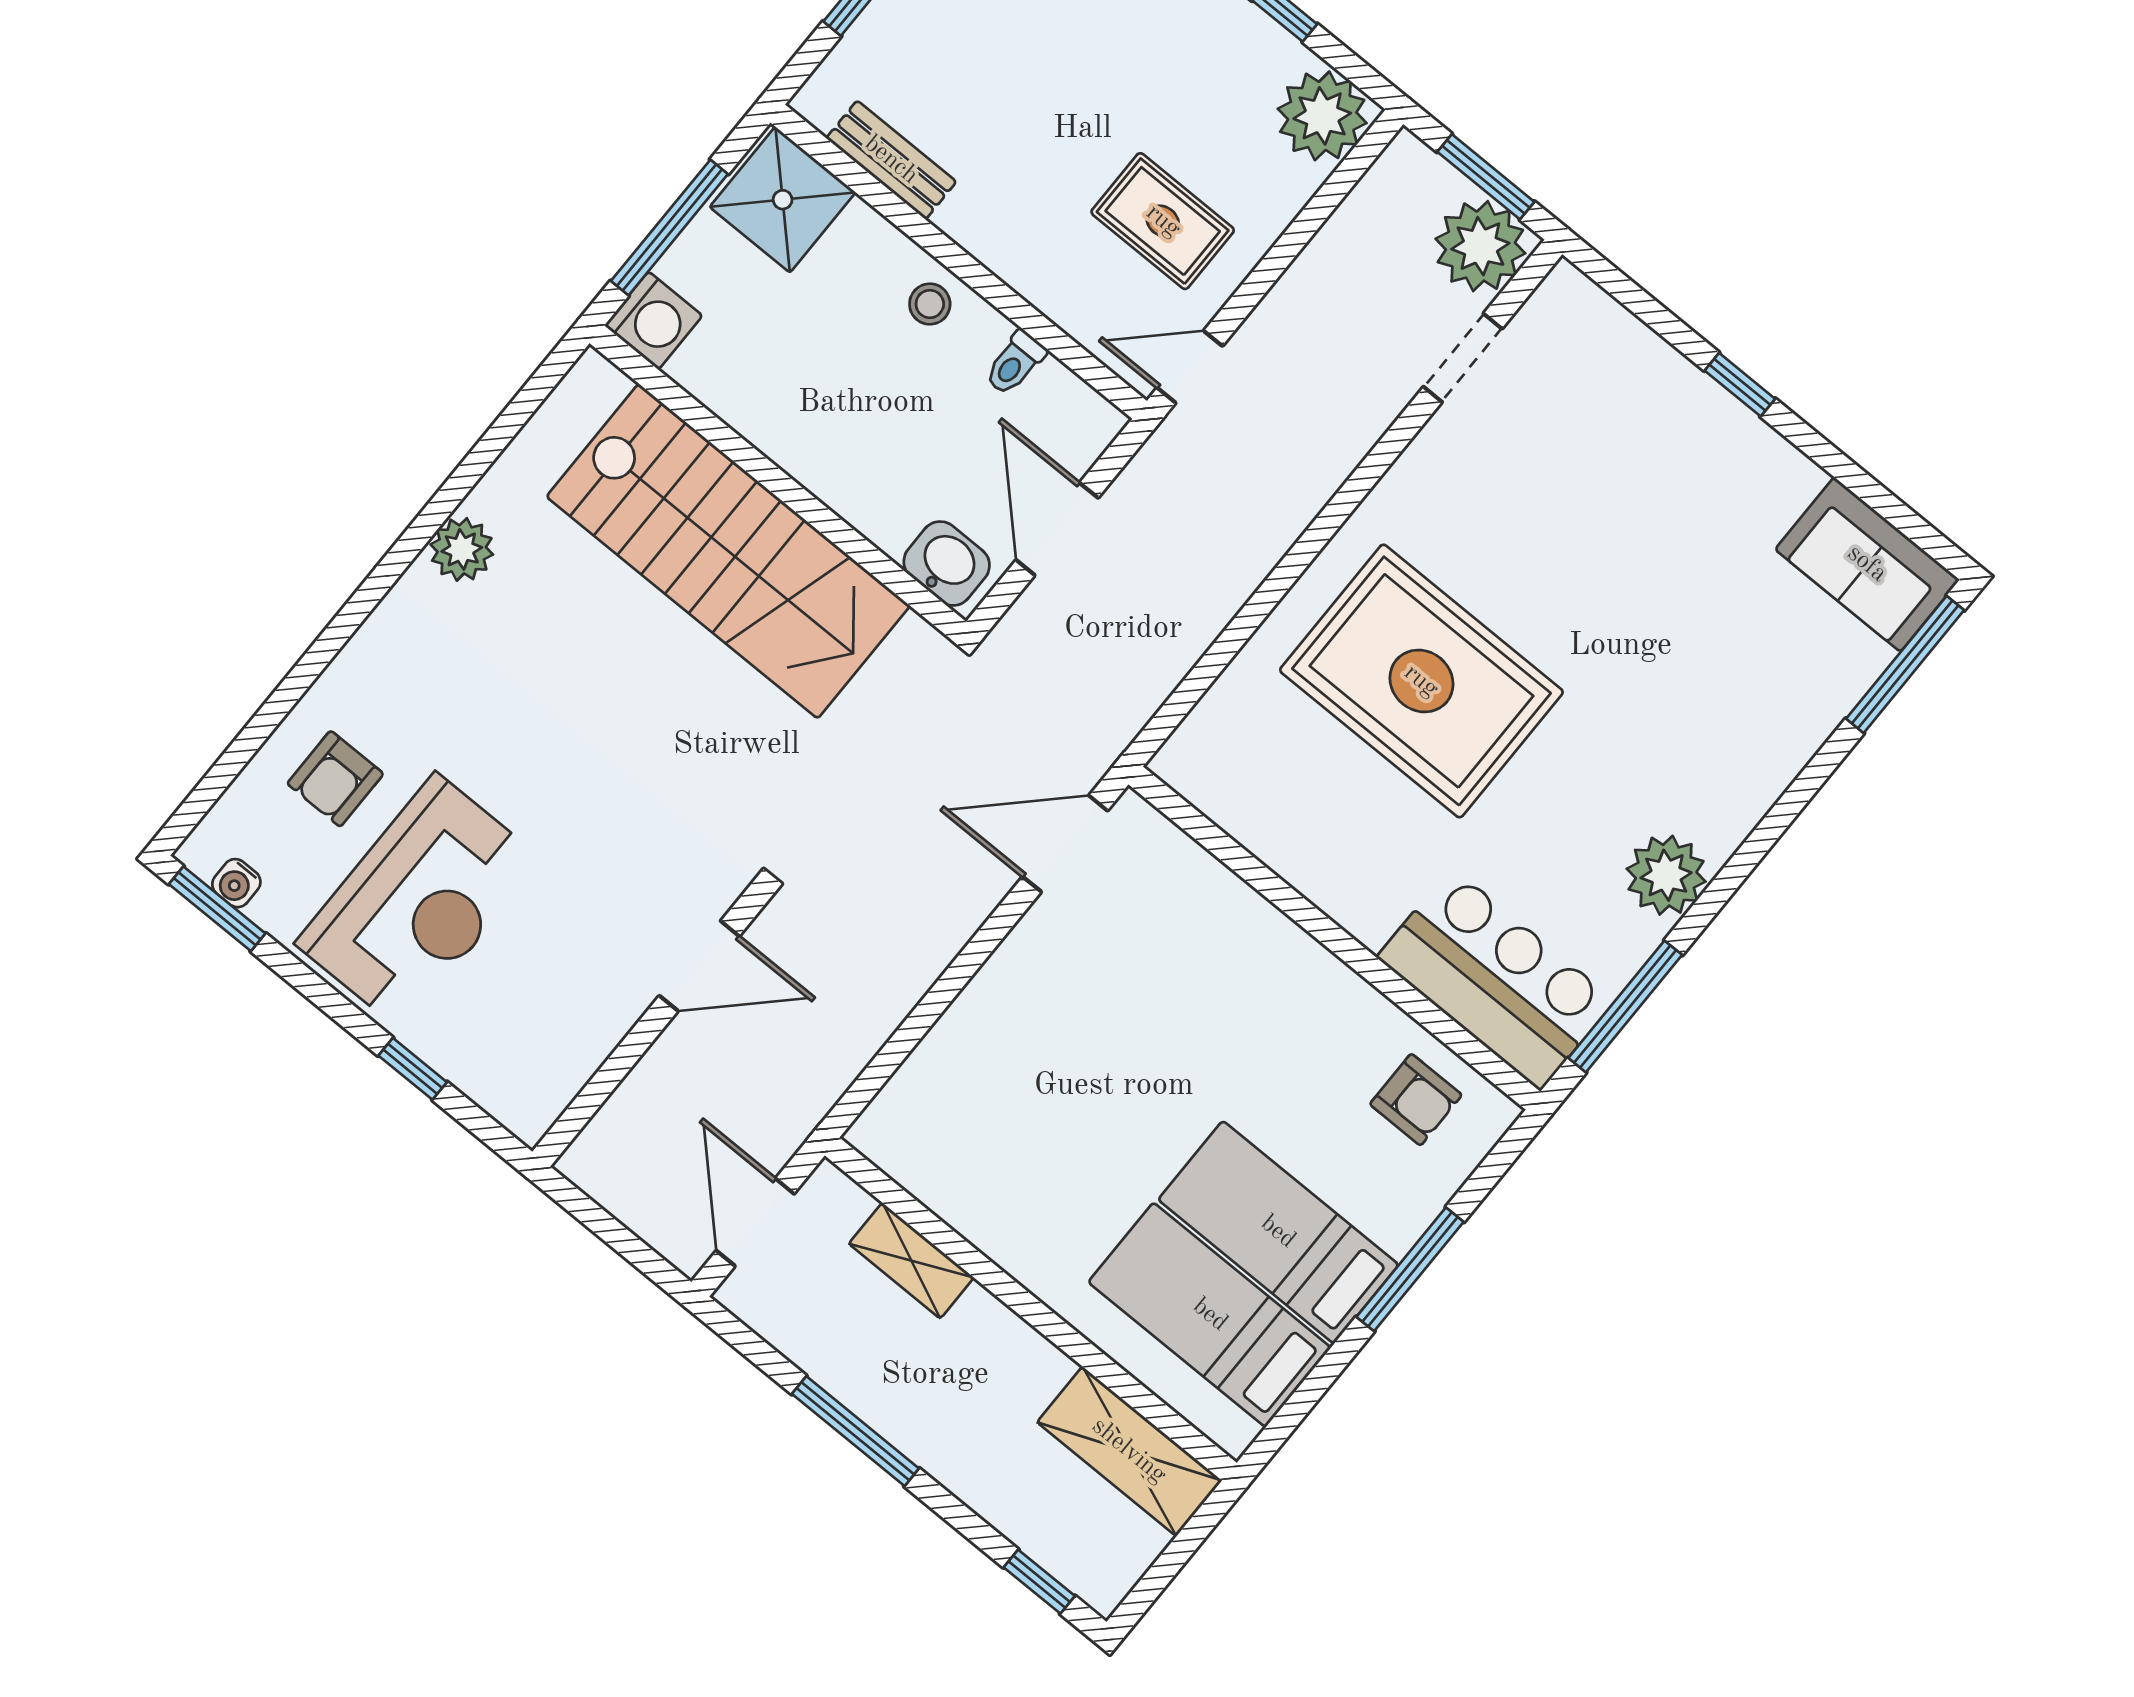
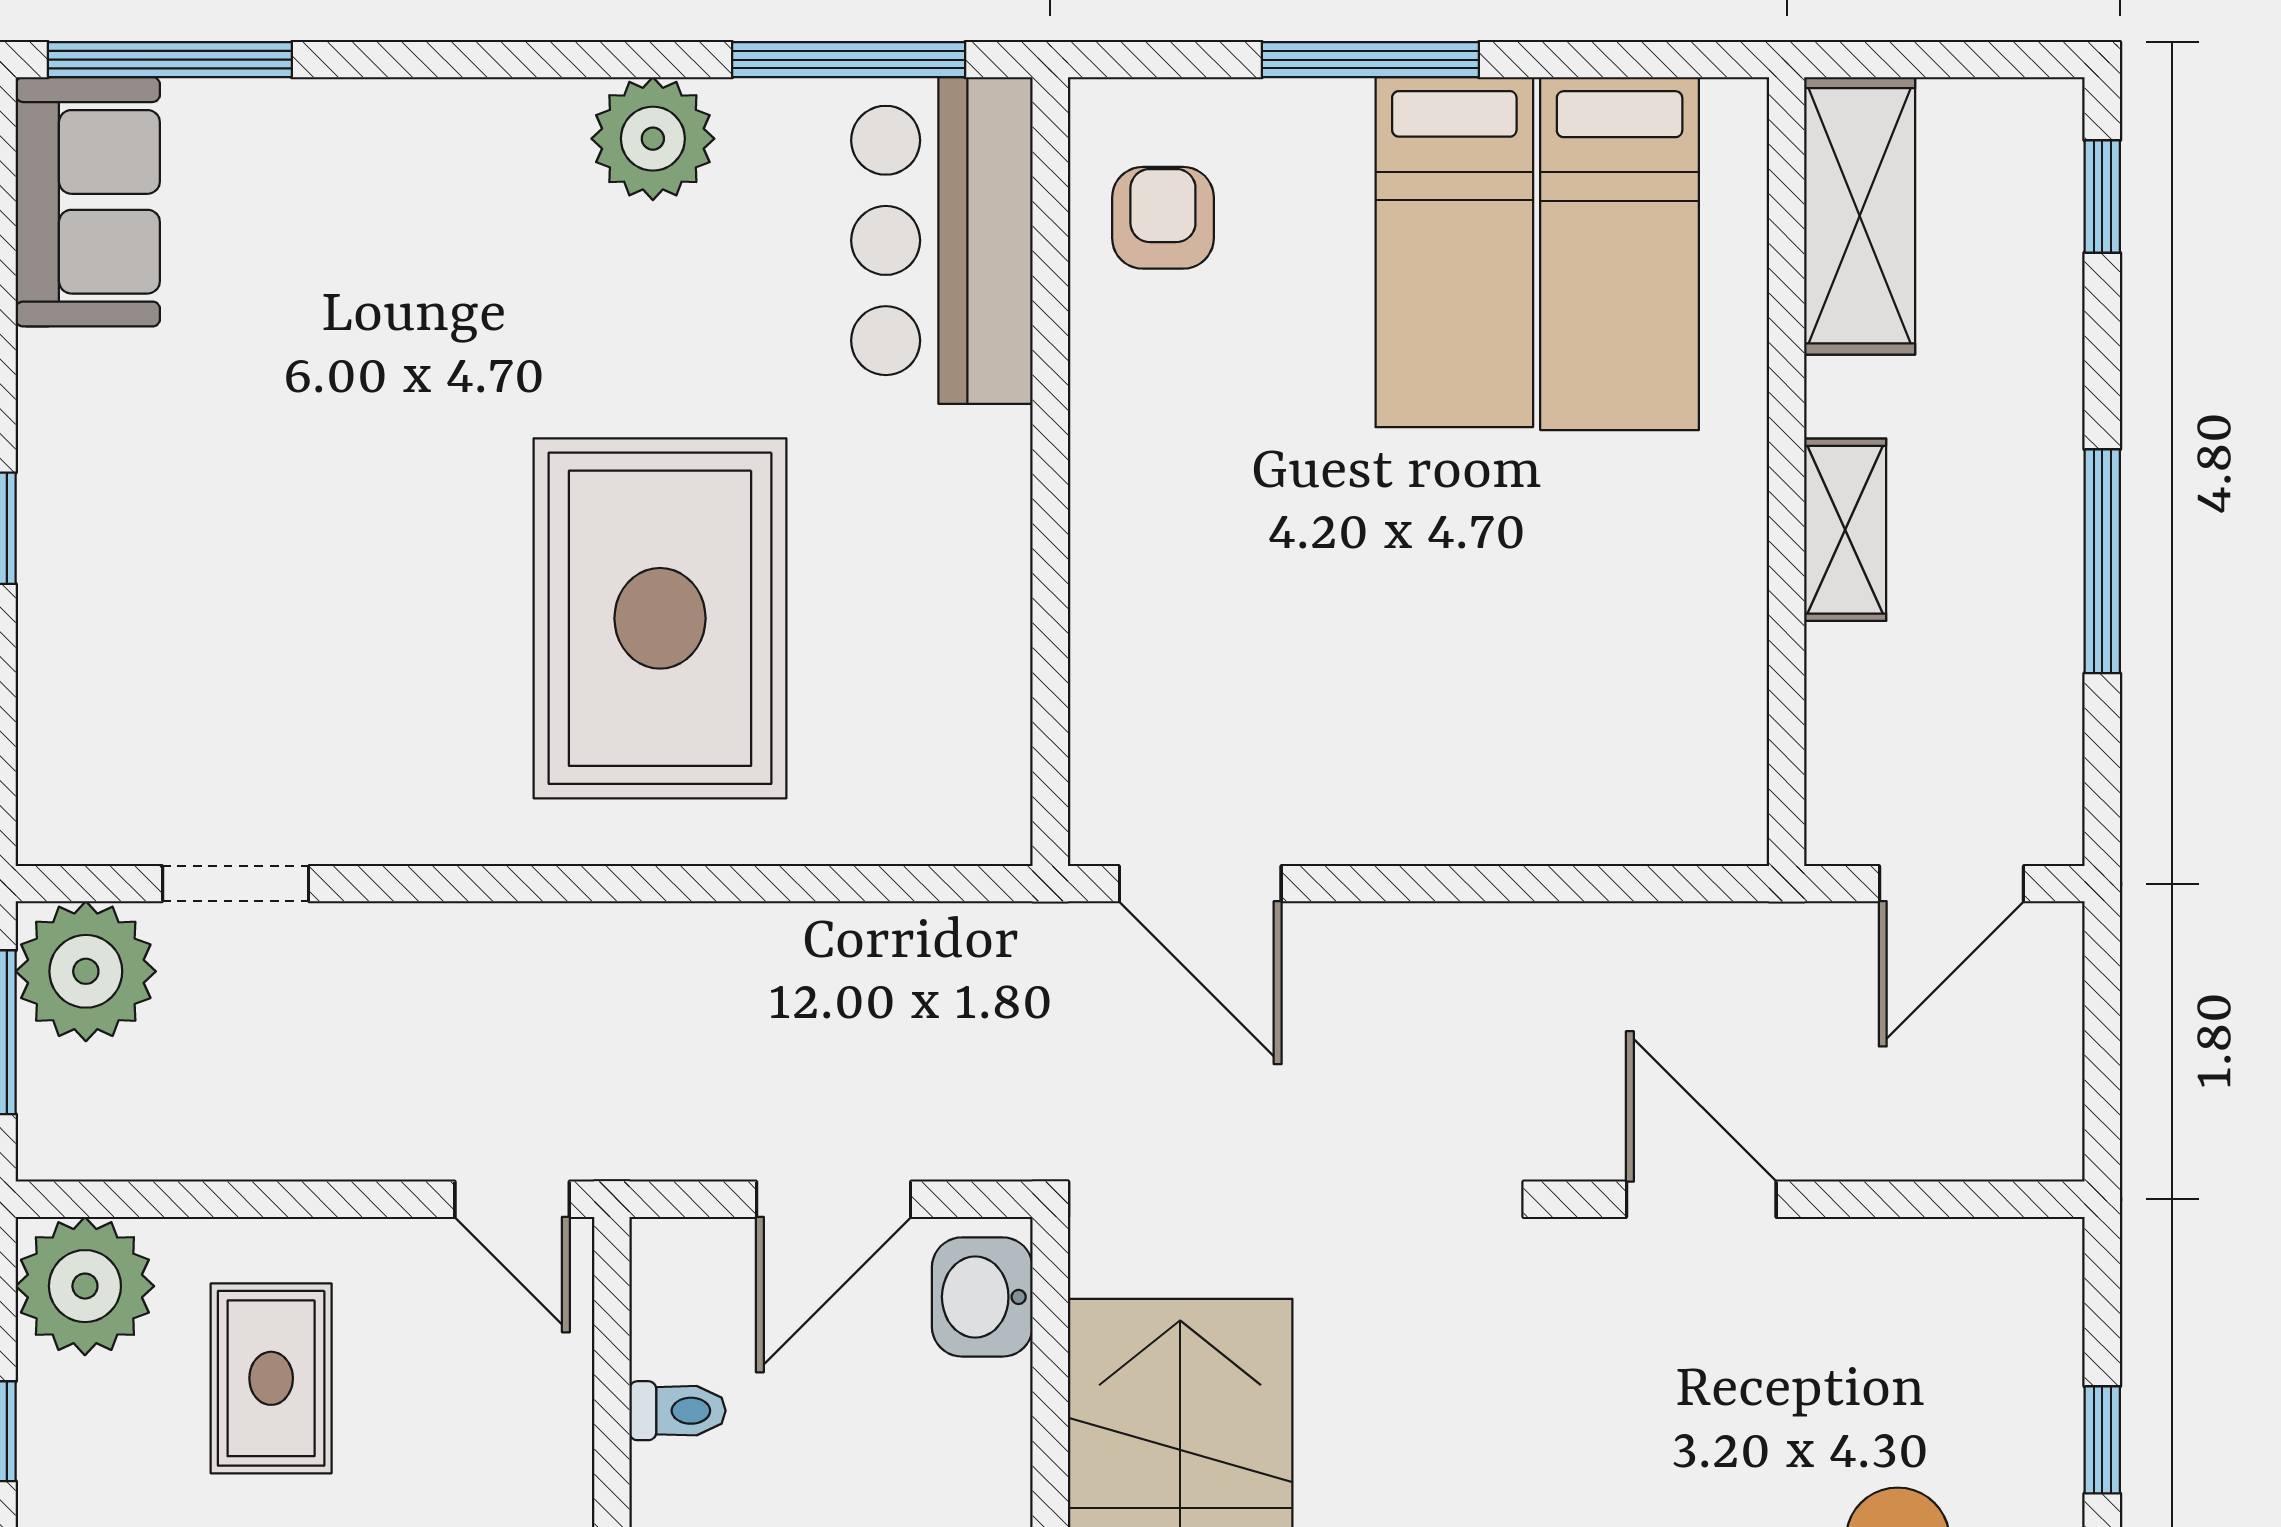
rug: (1163, 221) -> (271, 1378), moved
shelving: (911, 1261) -> (1845, 530), moved

